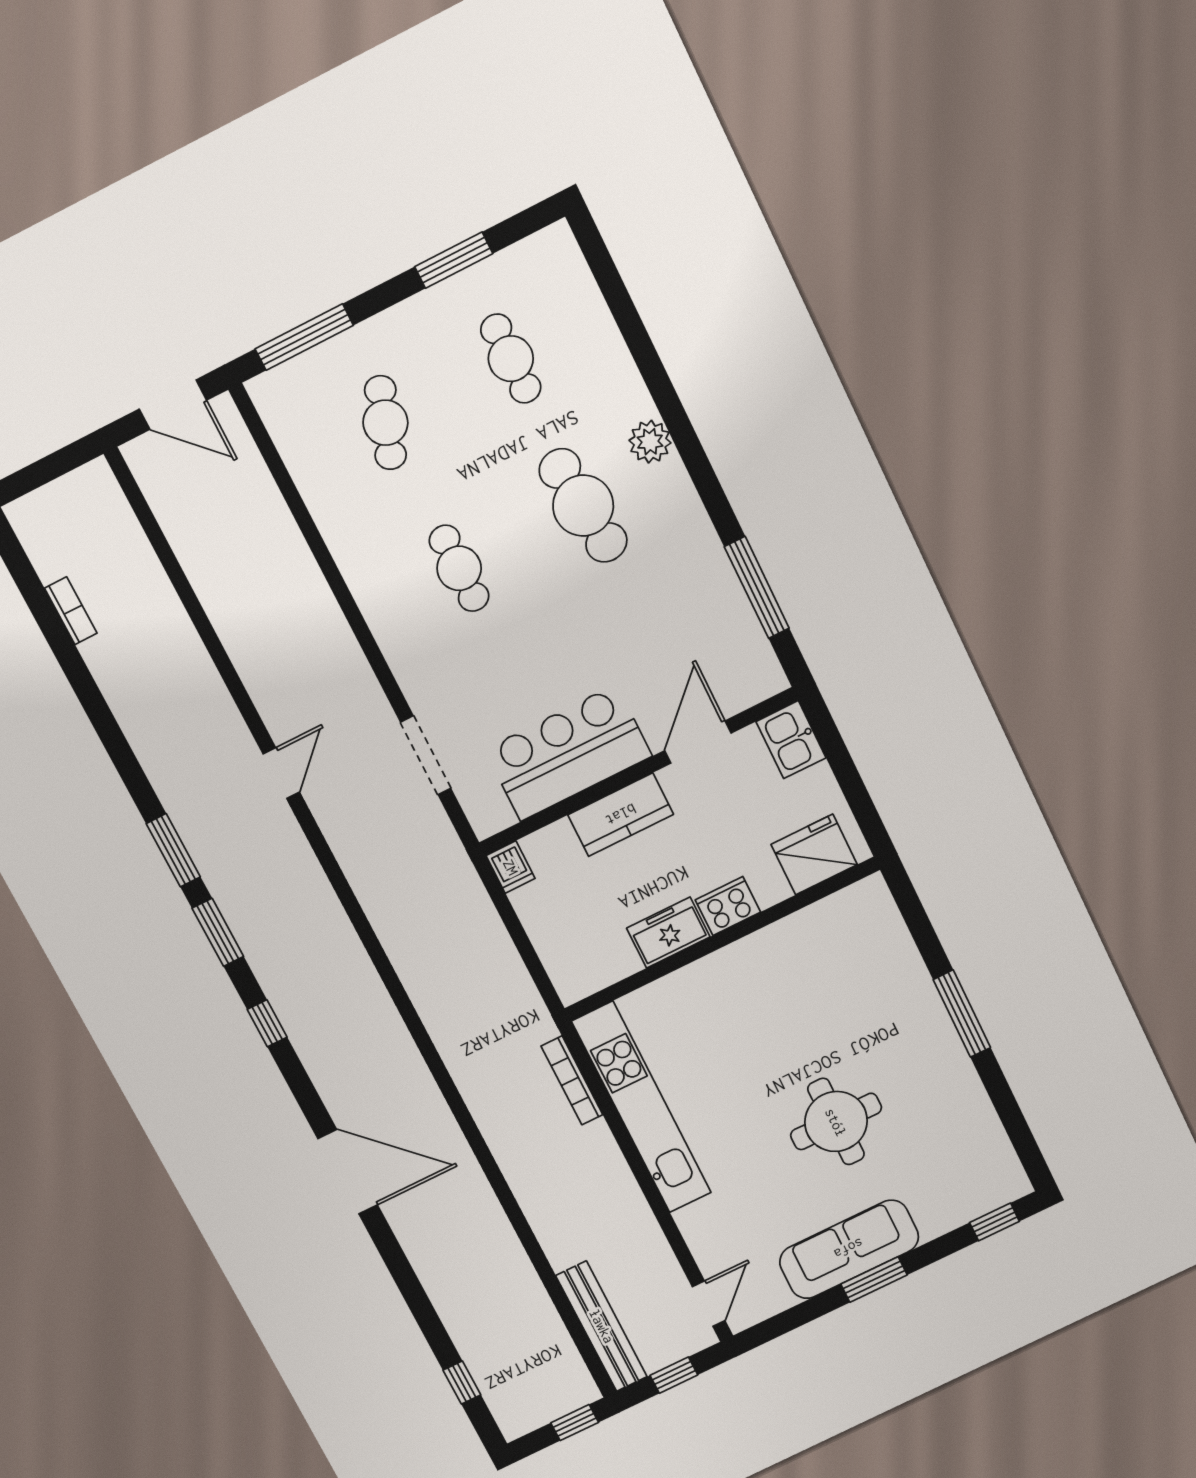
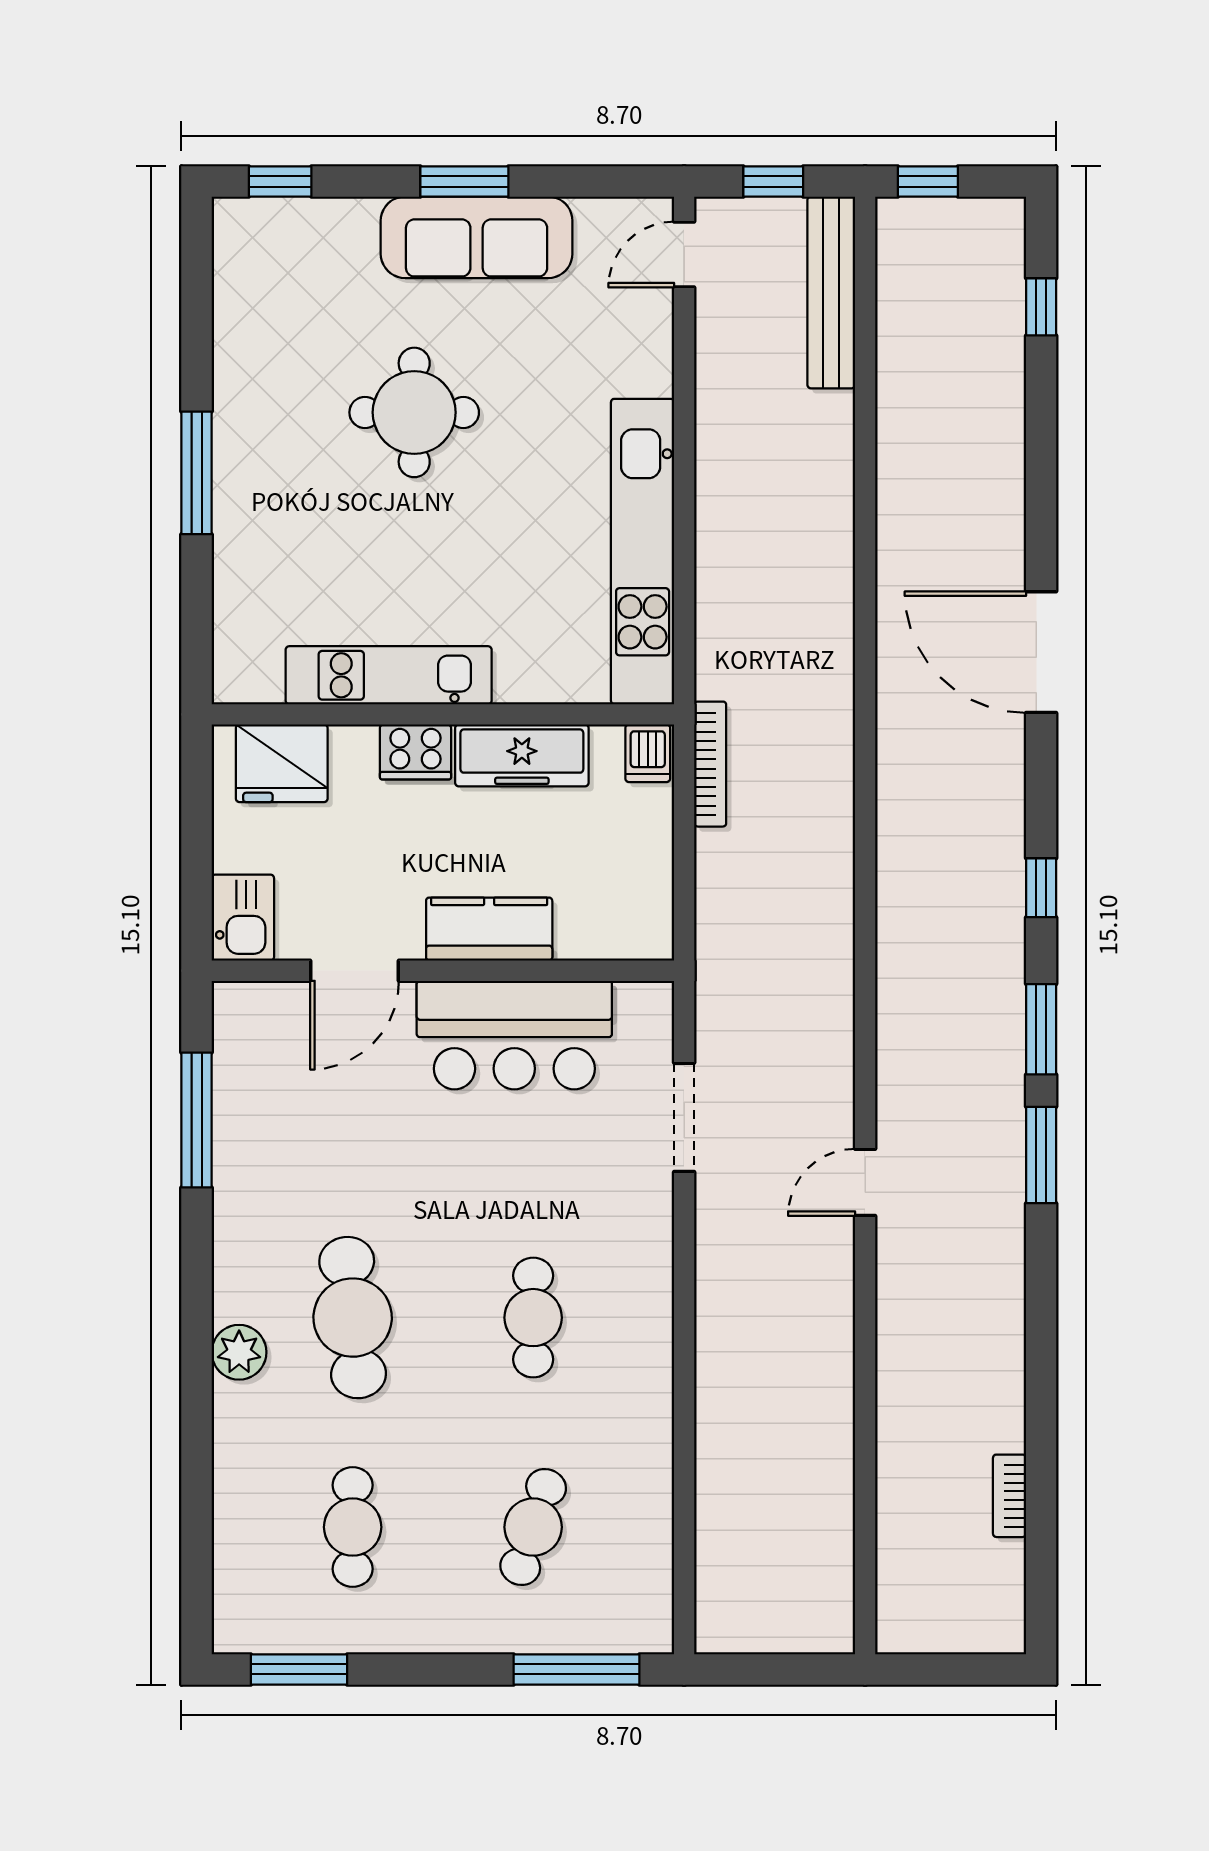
window: (454, 260) -> (299, 1669), moved
door: (173, 405) -> (766, 1669), removed
dishwasher: (511, 867) -> (648, 753), moved, turned 180
freezer: (668, 932) -> (522, 755), width x1.40
kitchen unit: (770, 947) -> (389, 675), added
bookcase: (572, 1080) -> (710, 764), moved

